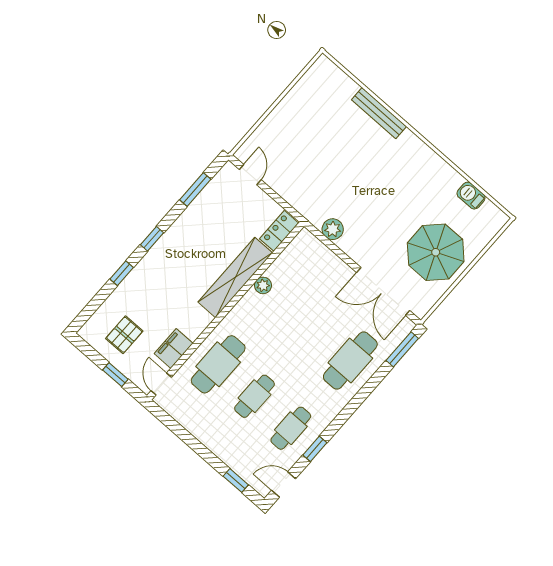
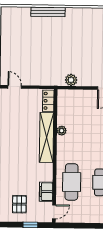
door: (161, 384) -> (54, 212), swing flipped

